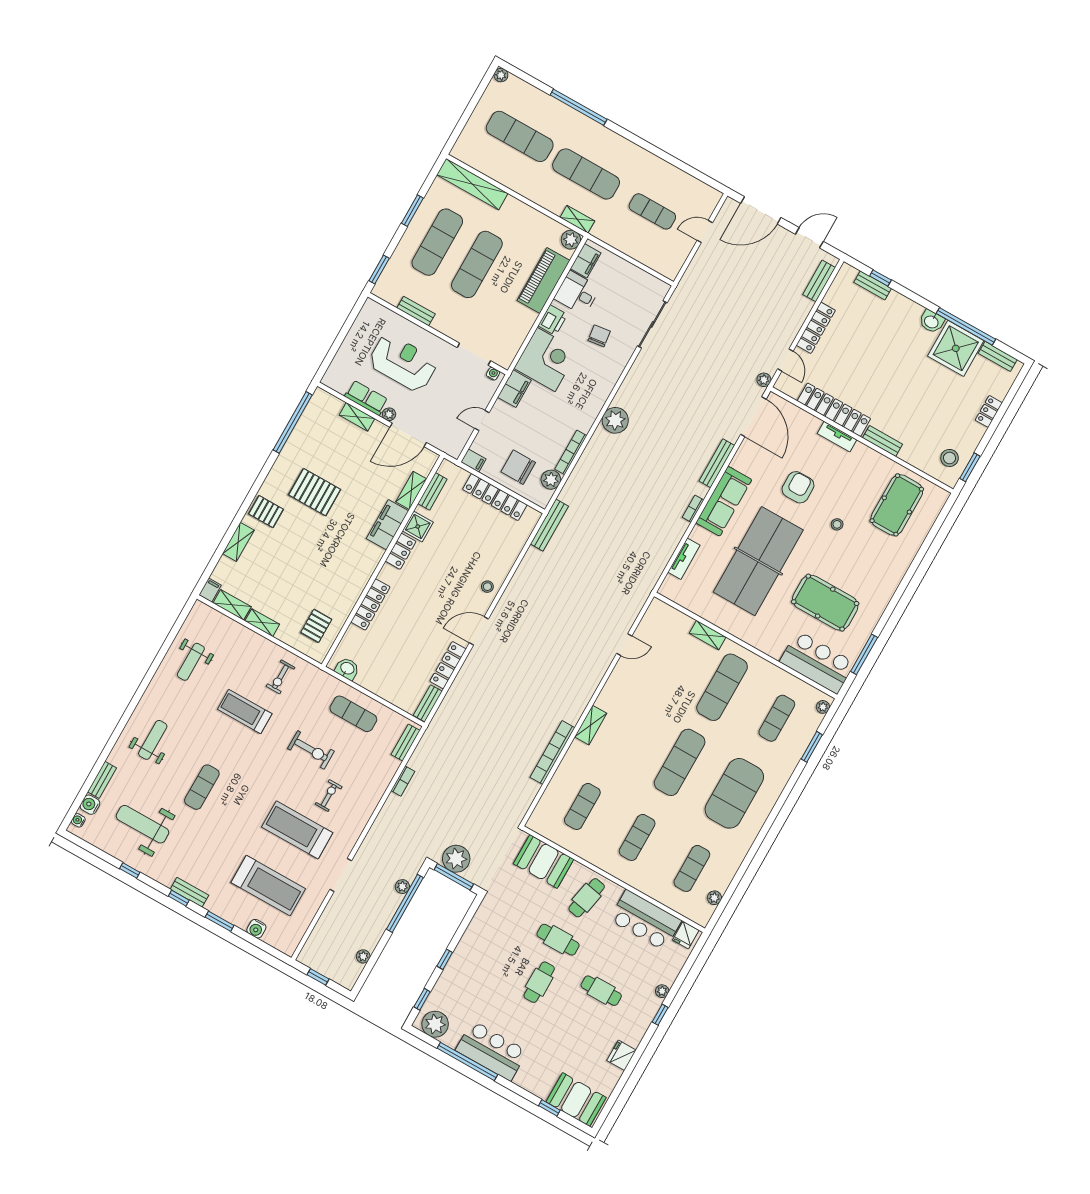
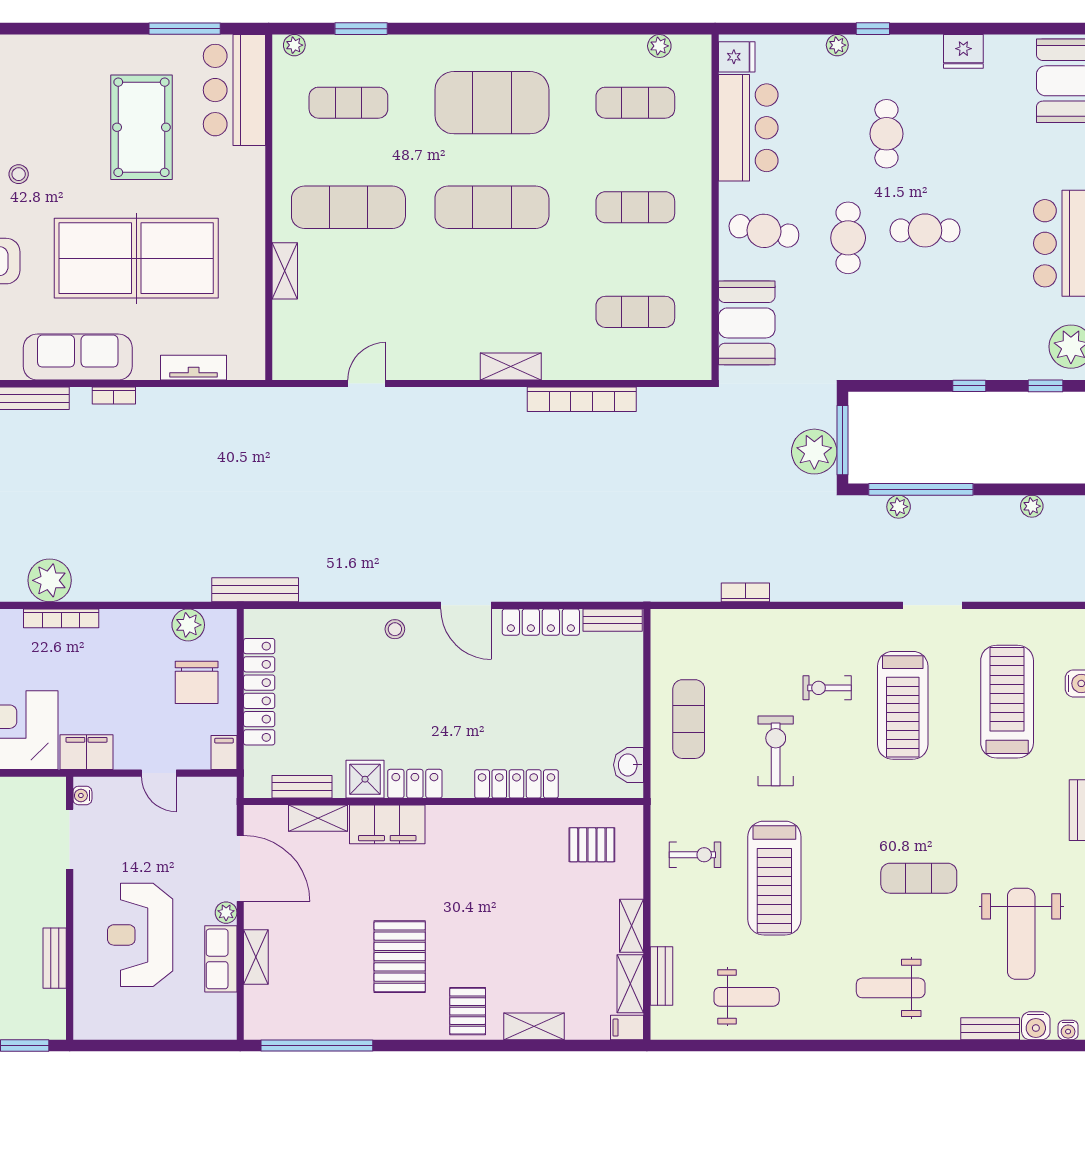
bookcase: (571, 452) -> (61, 618), moved
door: (624, 645) -> (367, 384), hinge flipped
treadmill: (245, 712) -> (774, 878), width x1.37, depth x1.38
bench: (406, 743) -> (661, 976), moved, turned 90

